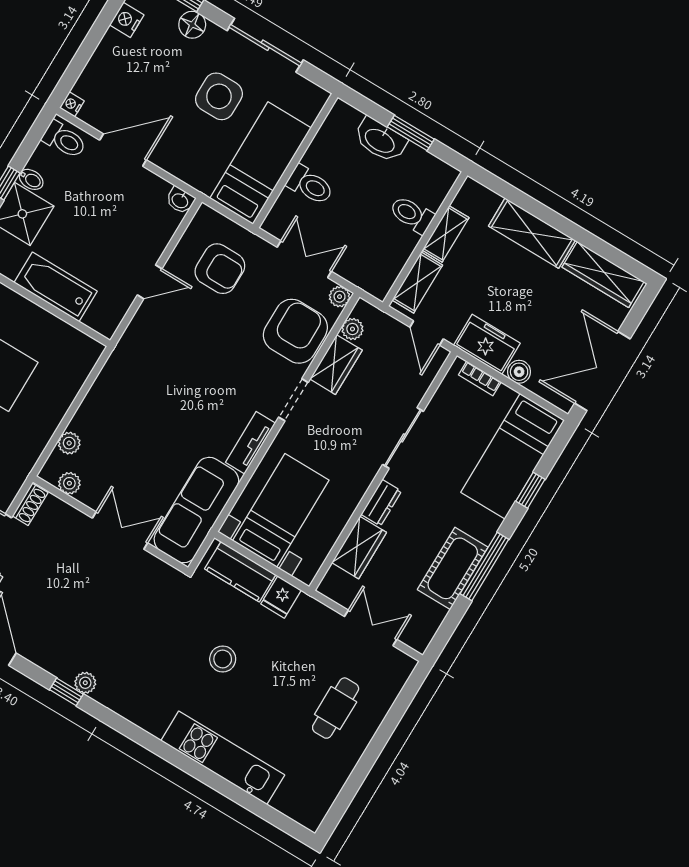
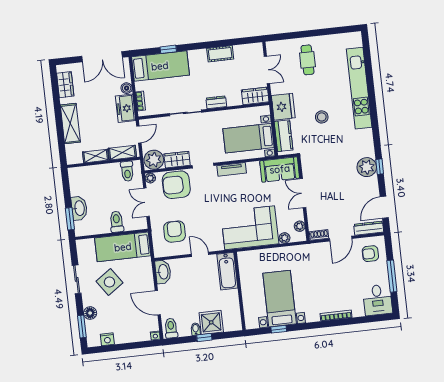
sliding door: (265, 45) -> (77, 279), width x0.73
side table: (219, 96) -> (109, 282), turned -35
window: (411, 133) -> (70, 219), moved
washbasin: (180, 200) -> (163, 272), width x1.91, depth x1.45
toilet: (412, 215) -> (127, 171), moved
wardrobe: (603, 274) -> (65, 85), width x0.67
bathtub: (56, 287) -> (227, 271), moved
plant: (352, 329) -> (154, 160), width x1.88, depth x1.88
corner sofa: (130, 398) -> (250, 228), added
sofa: (196, 510) -> (280, 169), width x0.73
wardrobe: (359, 548) -> (255, 96), moved
window: (484, 566) -> (210, 45), removed
cot: (453, 568) -> (220, 54), width x0.73, depth x0.75
fridge: (281, 597) -> (283, 107), width x1.88, depth x1.34
double door: (371, 628) -> (267, 70), swing flipped
plant: (85, 683) -> (367, 167), width x1.88, depth x1.88
cafe table: (336, 708) -> (307, 60), turned 90
kitchen unit: (223, 758) -> (359, 88), width x1.36

